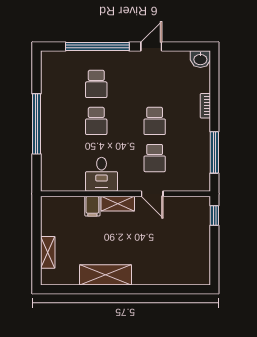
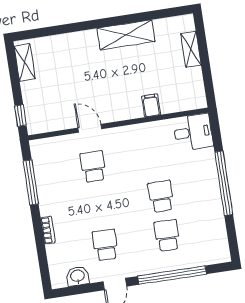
washbasin: (200, 59) -> (78, 276), moved
school desk: (155, 121) -> (105, 245), moved
desk: (102, 174) -> (193, 132), moved, turned 90
shelving: (118, 204) -> (25, 63), moved, turned 90

